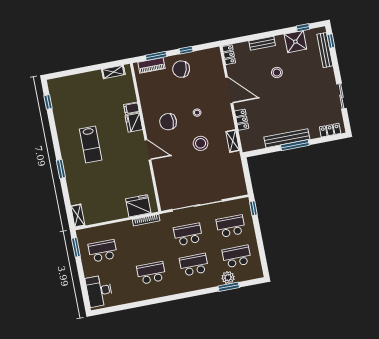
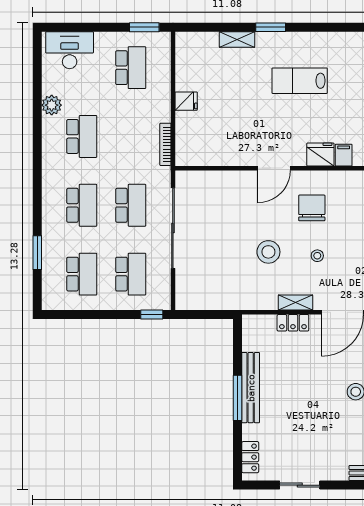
shelving: (233, 141) -> (296, 302), moved
fridge: (138, 206) -> (186, 101), moved, width x0.53, depth x0.75
shelving: (78, 216) -> (237, 39), moved
plant: (228, 278) -> (52, 105), moved

